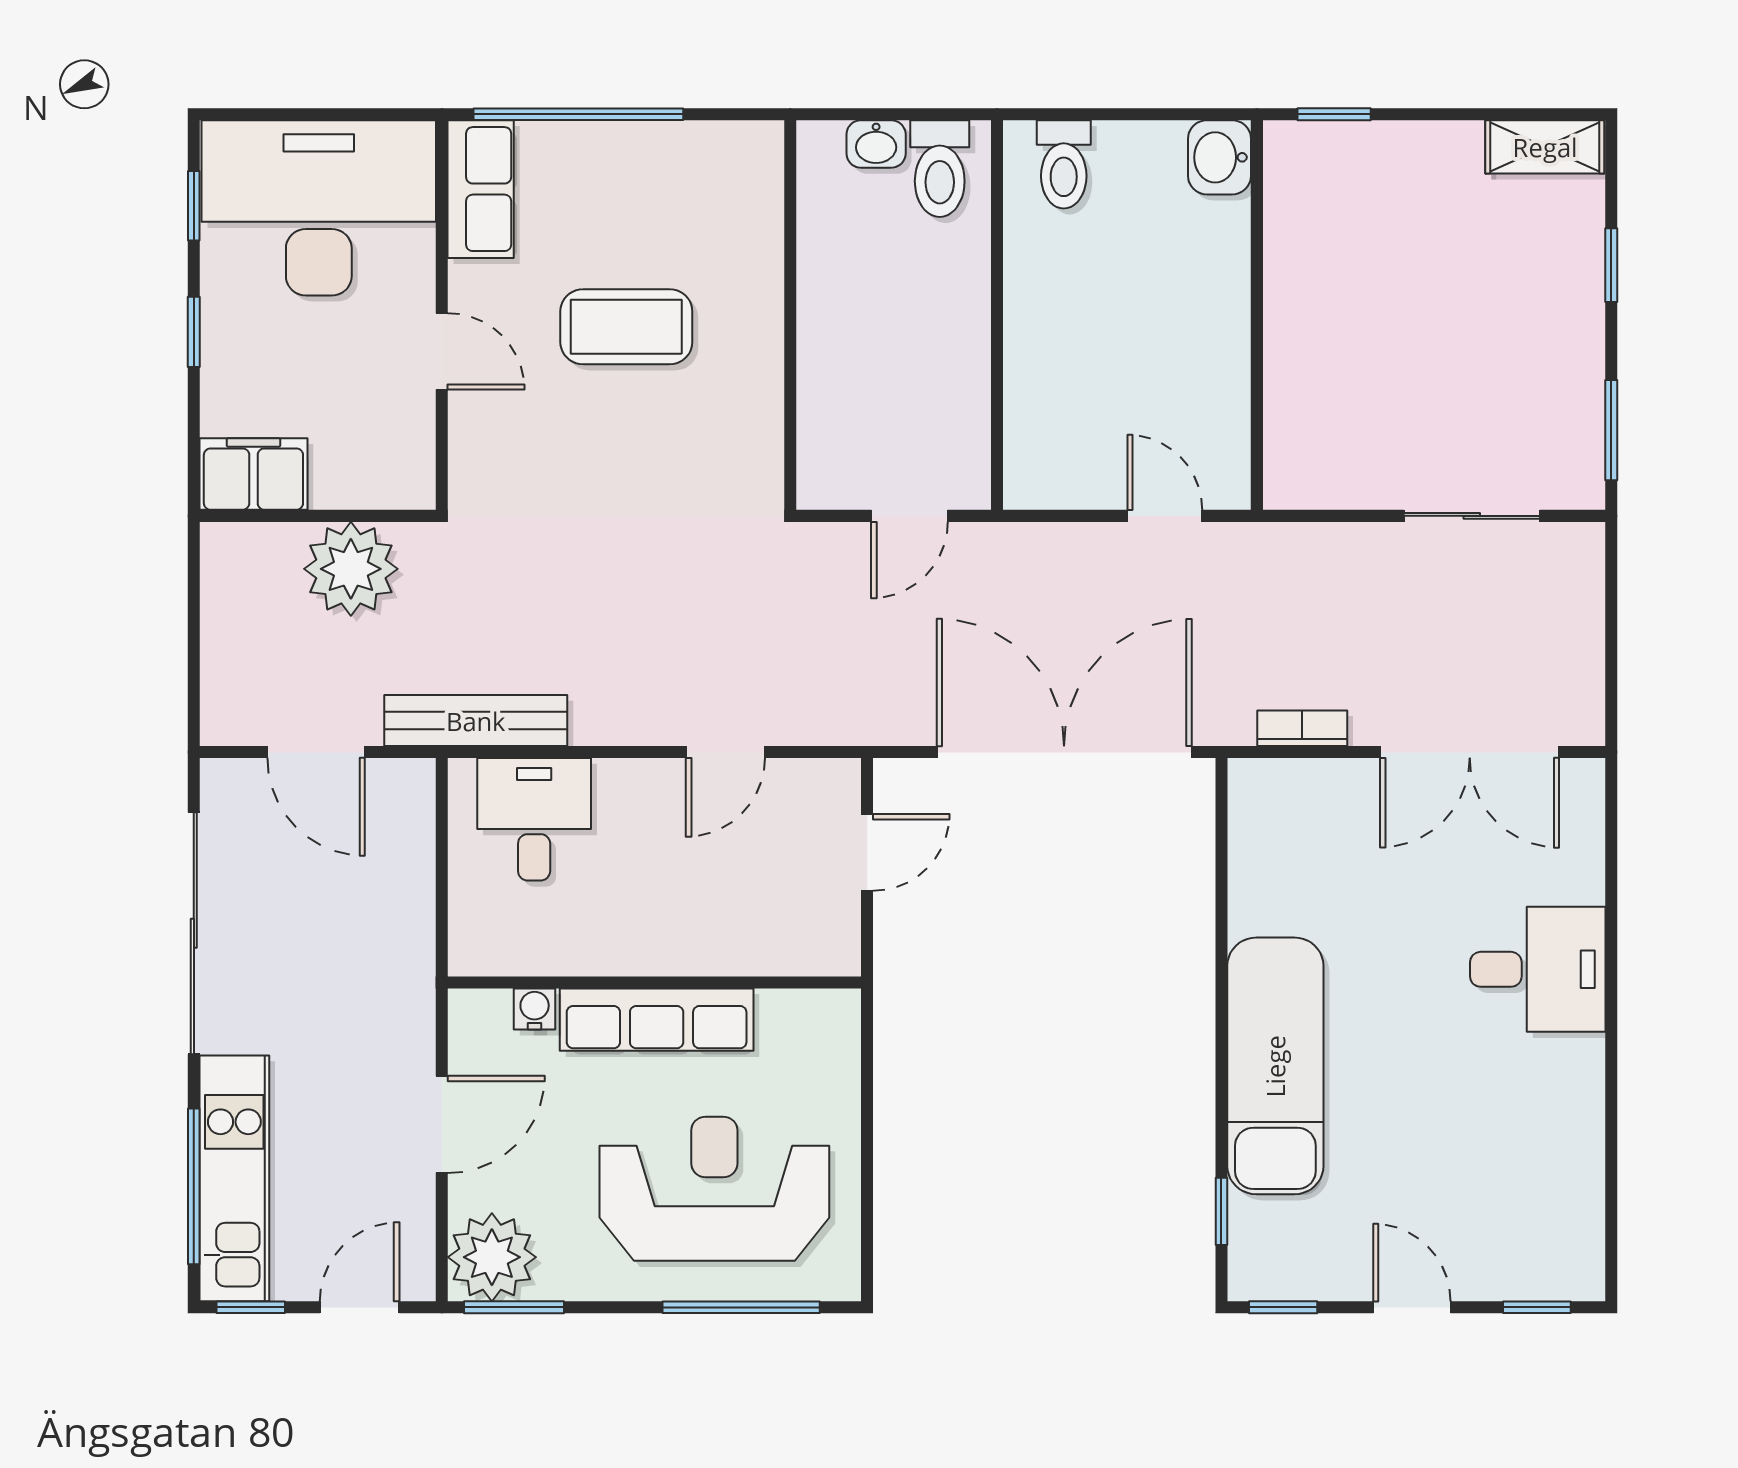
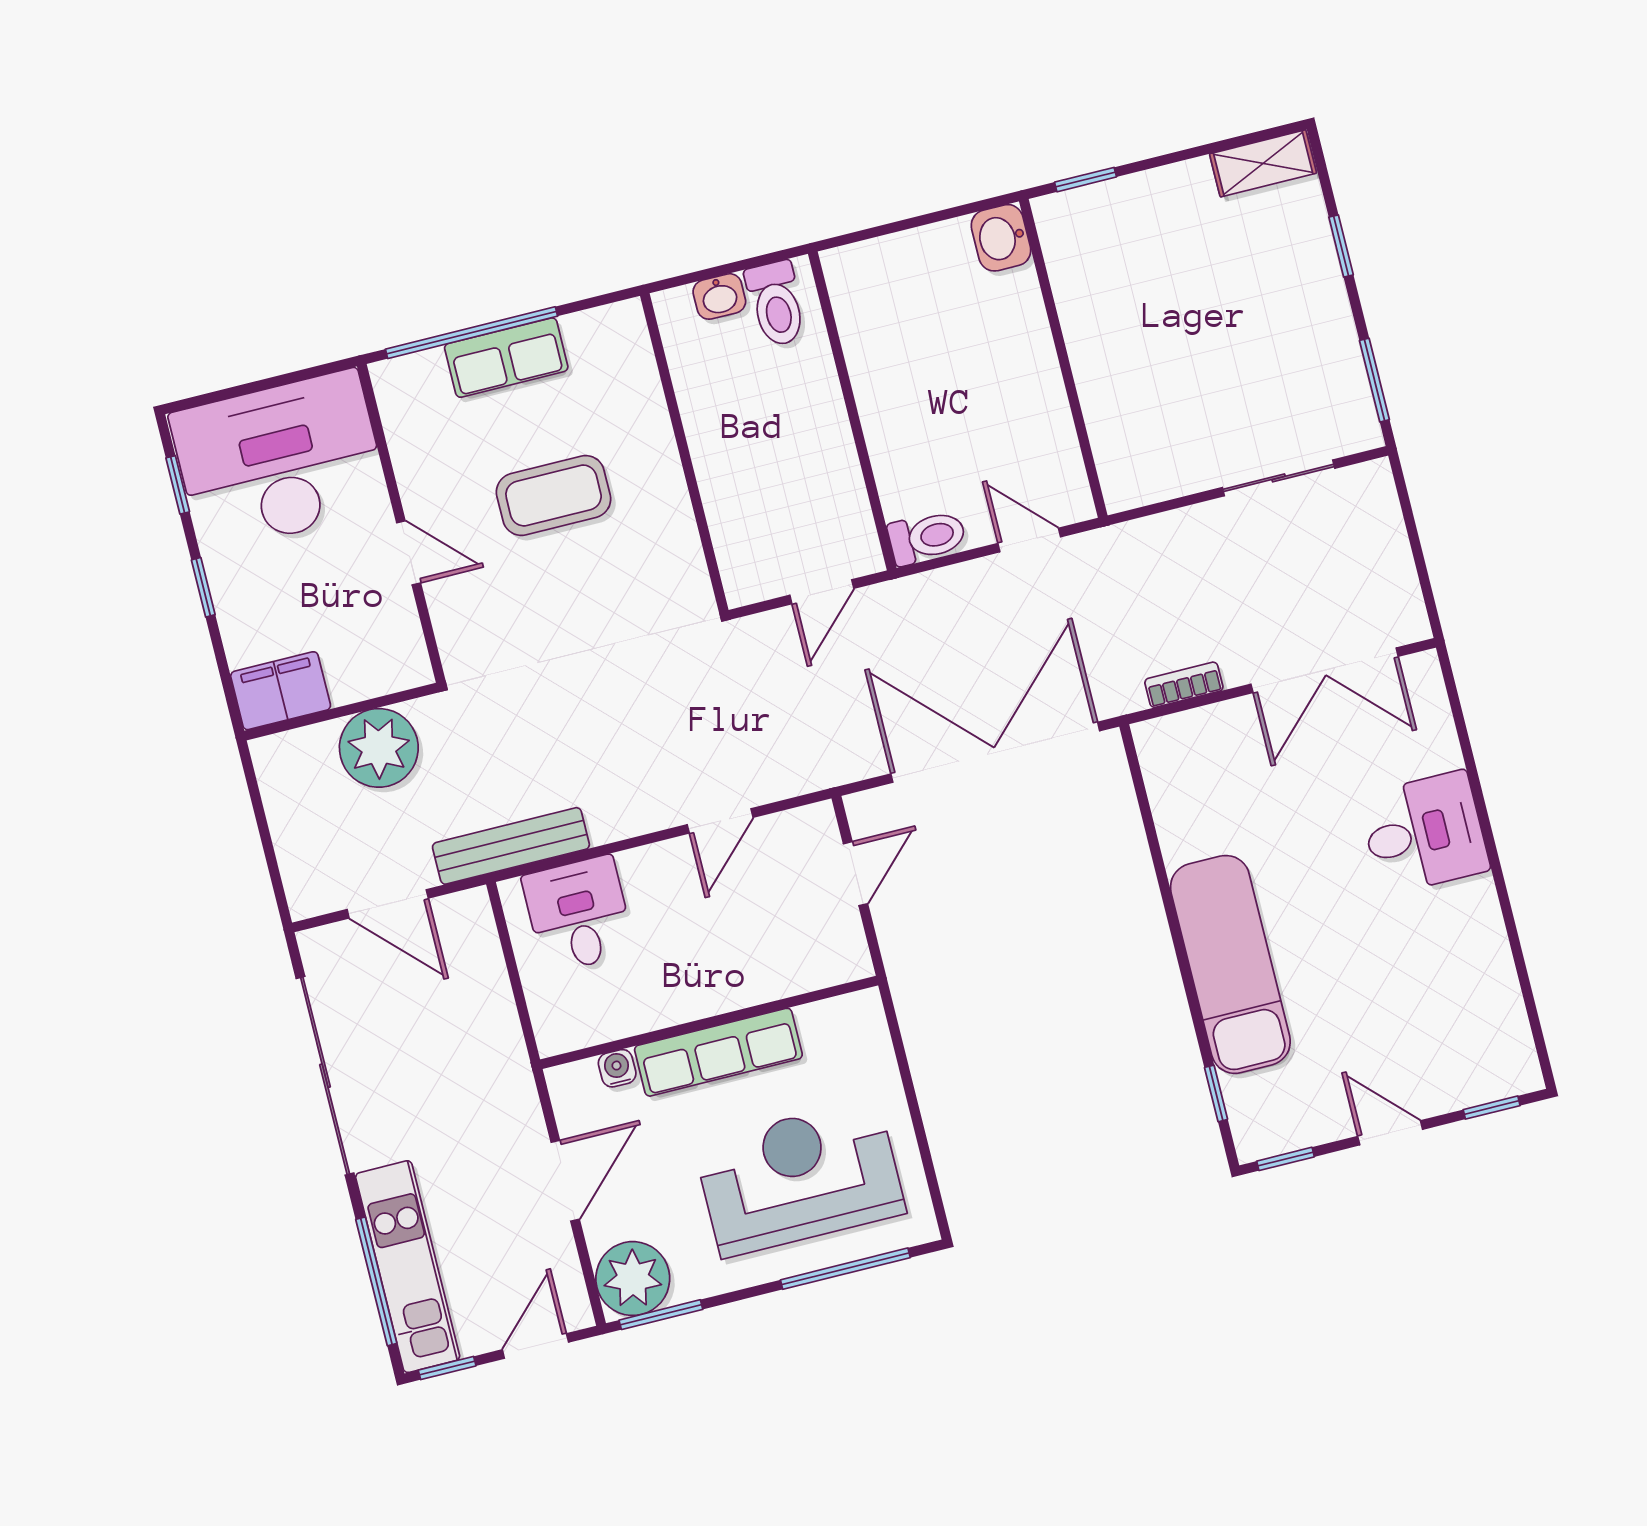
toilet: (1064, 164) -> (927, 537), moved, turned -90
row of seats: (481, 189) -> (506, 358), moved, turned 90

